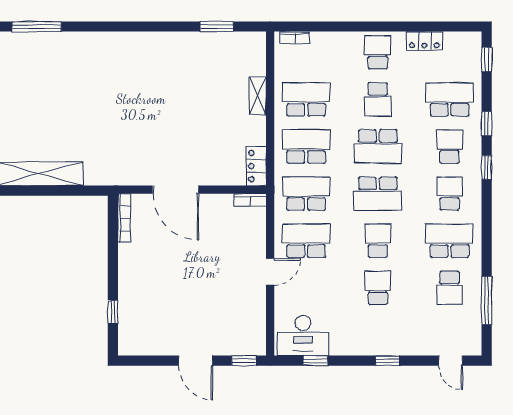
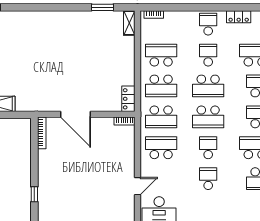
shelving: (258, 96) -> (129, 23), moved
school desk: (378, 99) -> (208, 55), turned 180
school desk: (306, 146) -> (161, 86), turned 180
school desk: (306, 194) -> (161, 117), turned 180
door: (270, 272) -> (137, 186), moved

